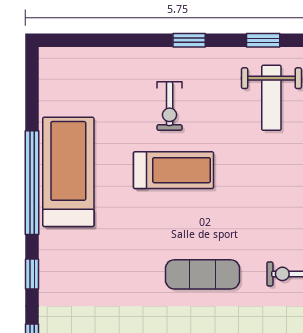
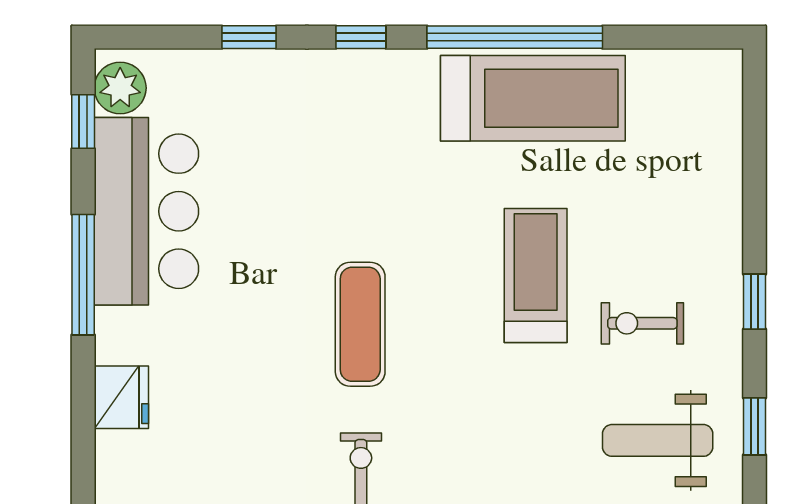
exercise bike: (170, 106) -> (642, 323), moved
treadmill: (174, 170) -> (536, 275), turned 180

